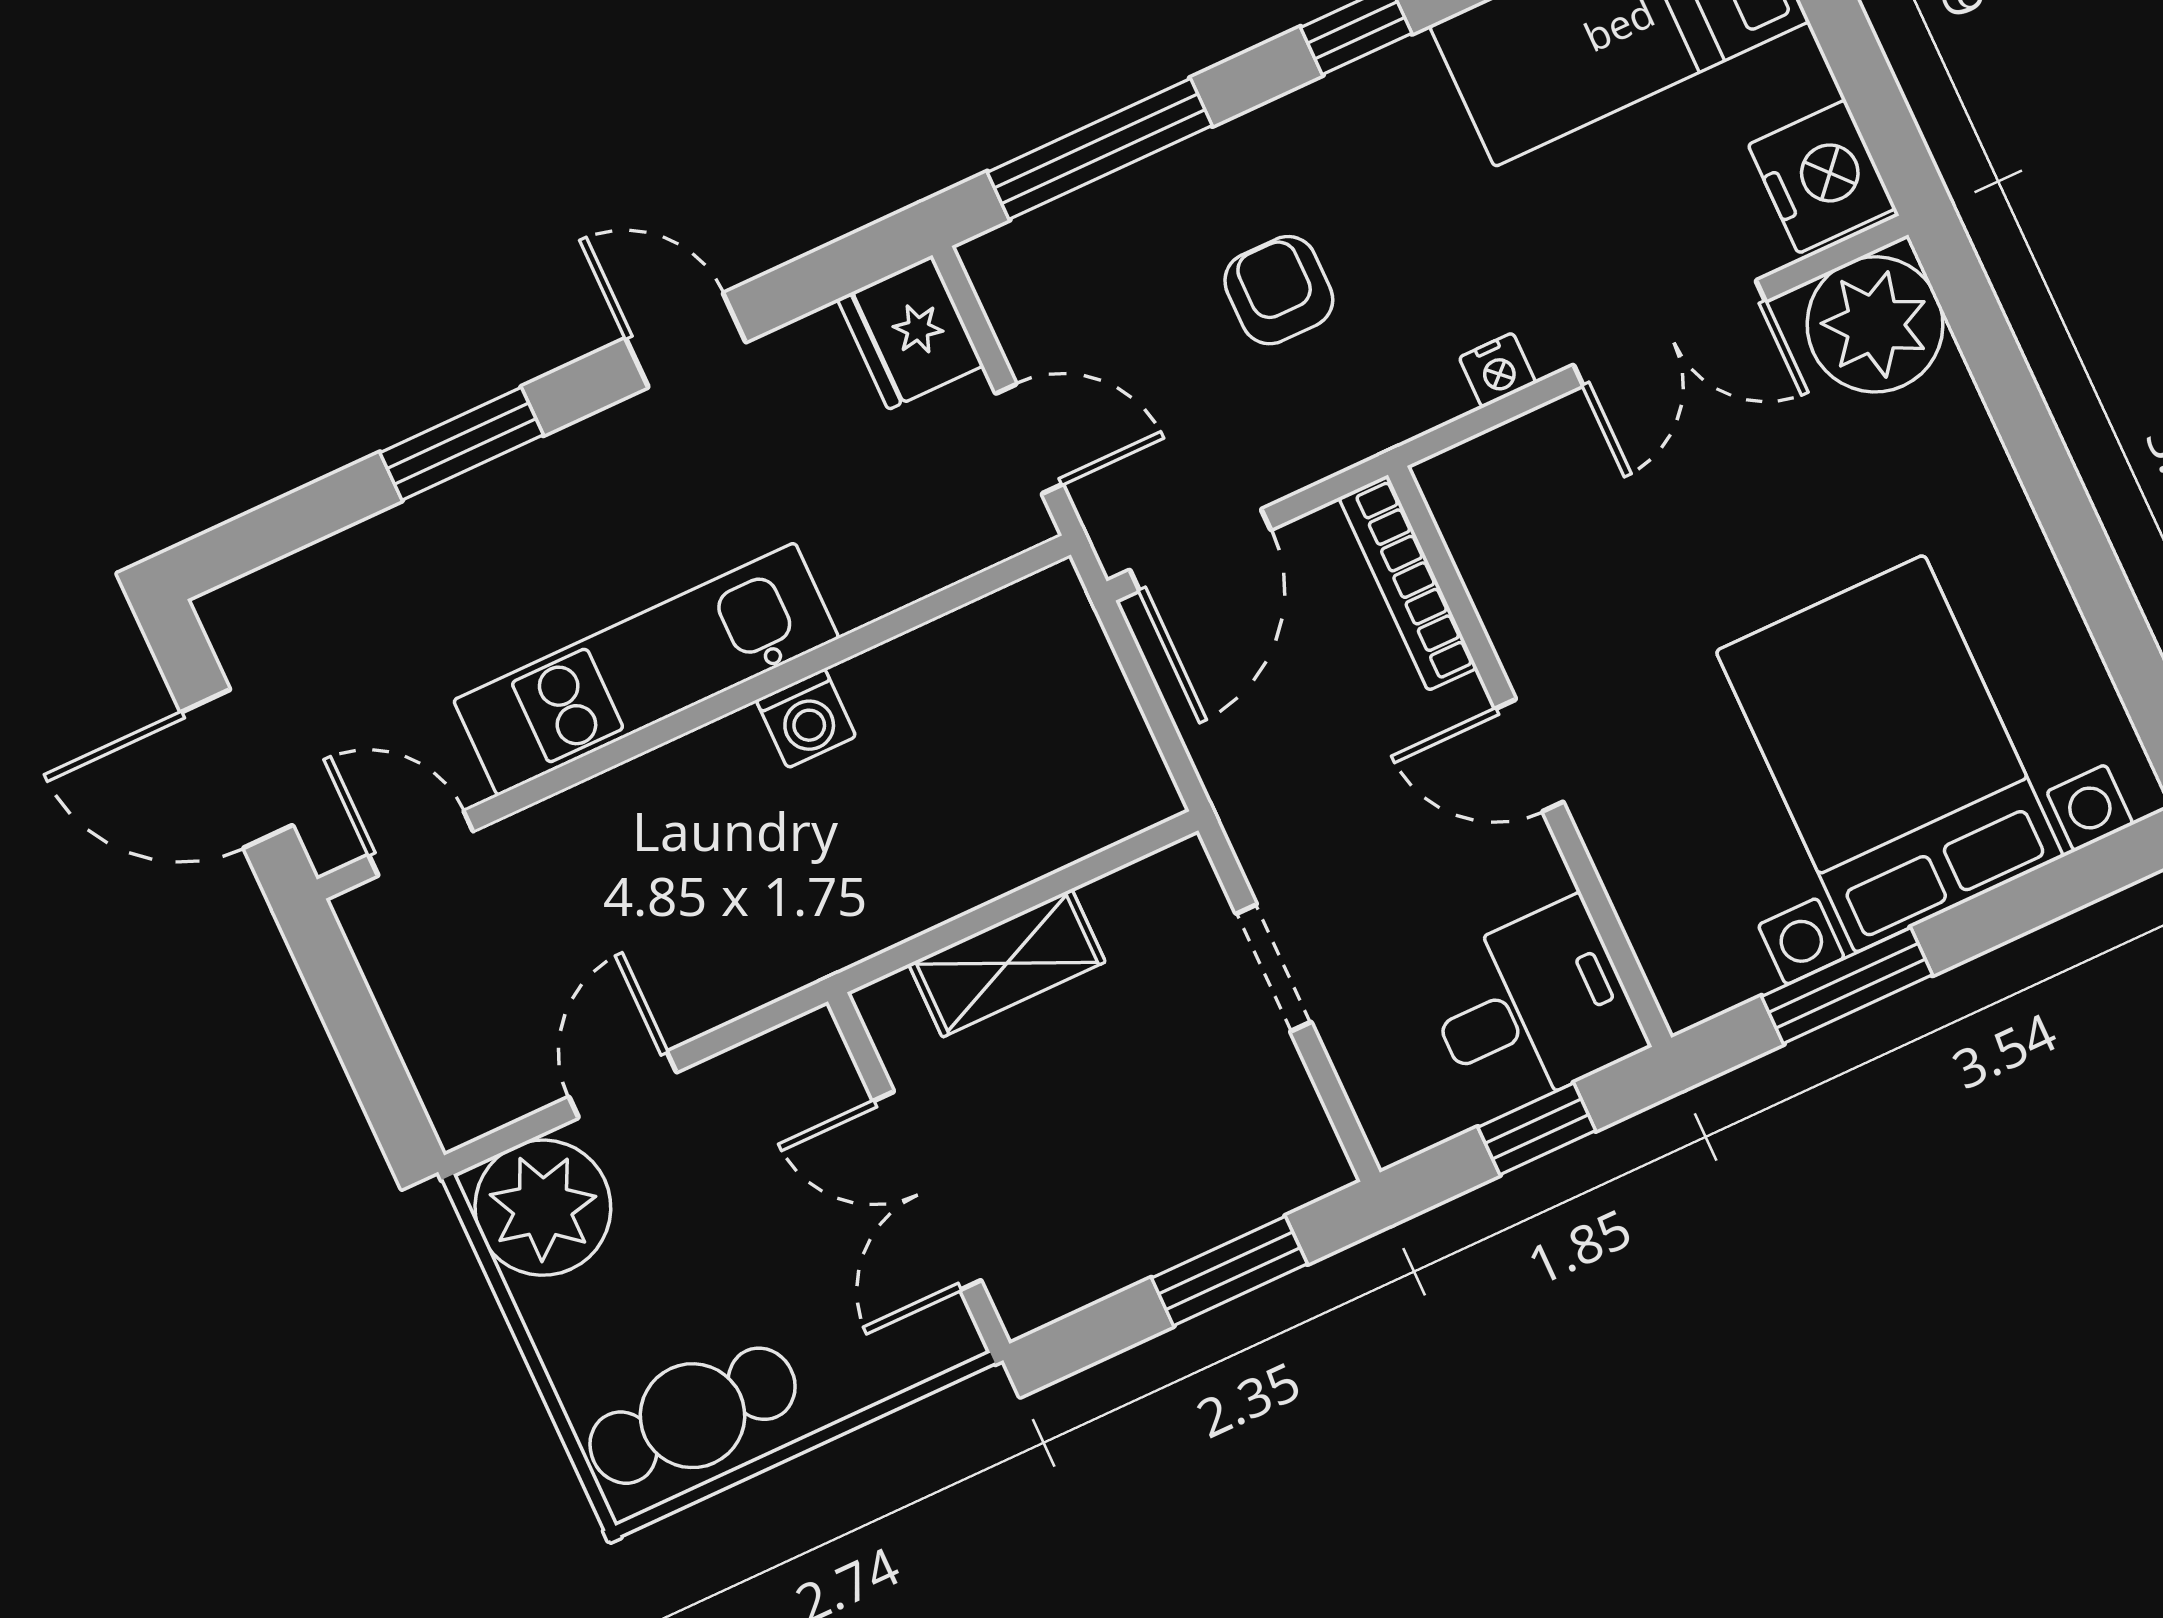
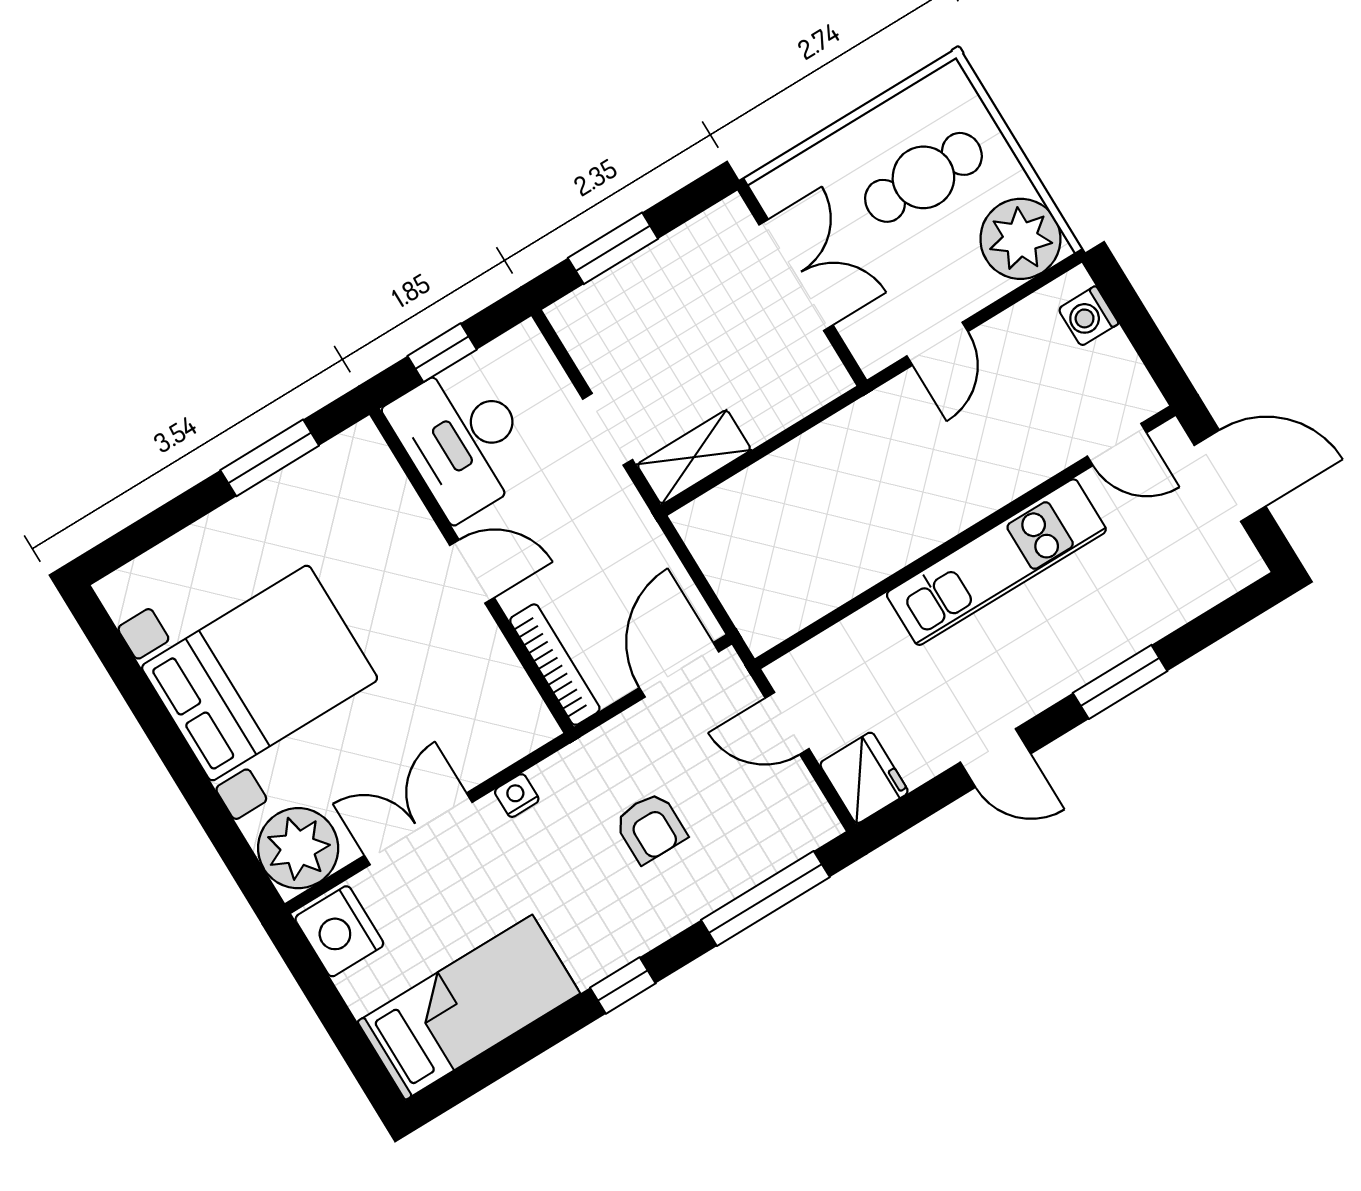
washing machine: (806, 718) -> (1088, 316), moved, turned -90
bed with nightstands: (1890, 754) -> (260, 673), moved, turned -90
shelving: (1007, 963) -> (694, 457), moved
desk: (1532, 1008) -> (463, 440), width x1.37
door: (623, 1085) -> (937, 344), moved
cafe table: (693, 1416) -> (923, 177), moved

